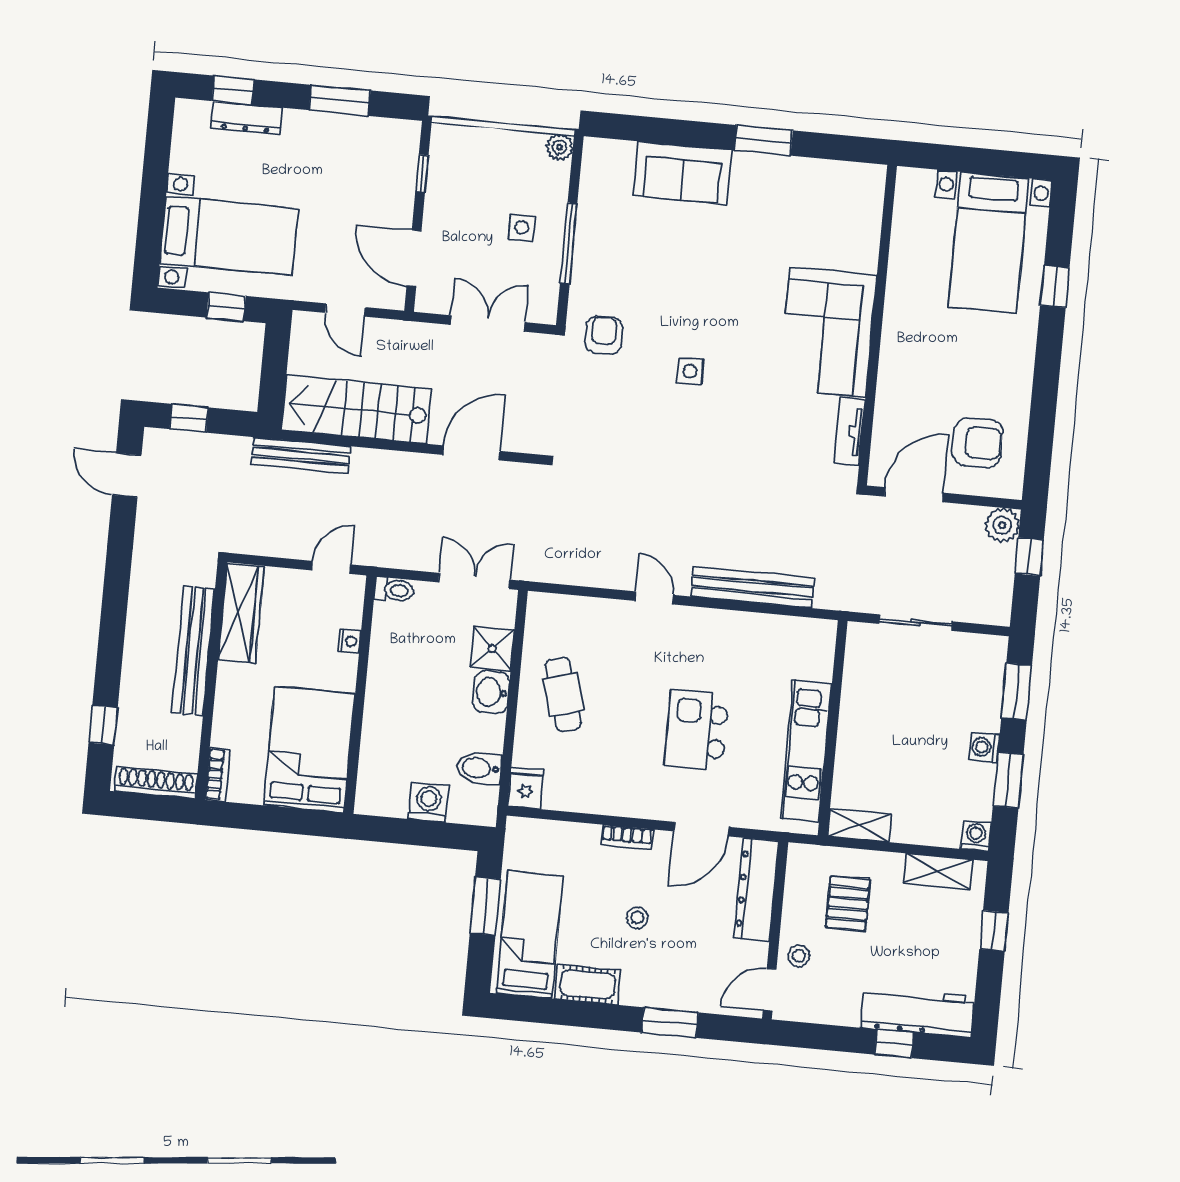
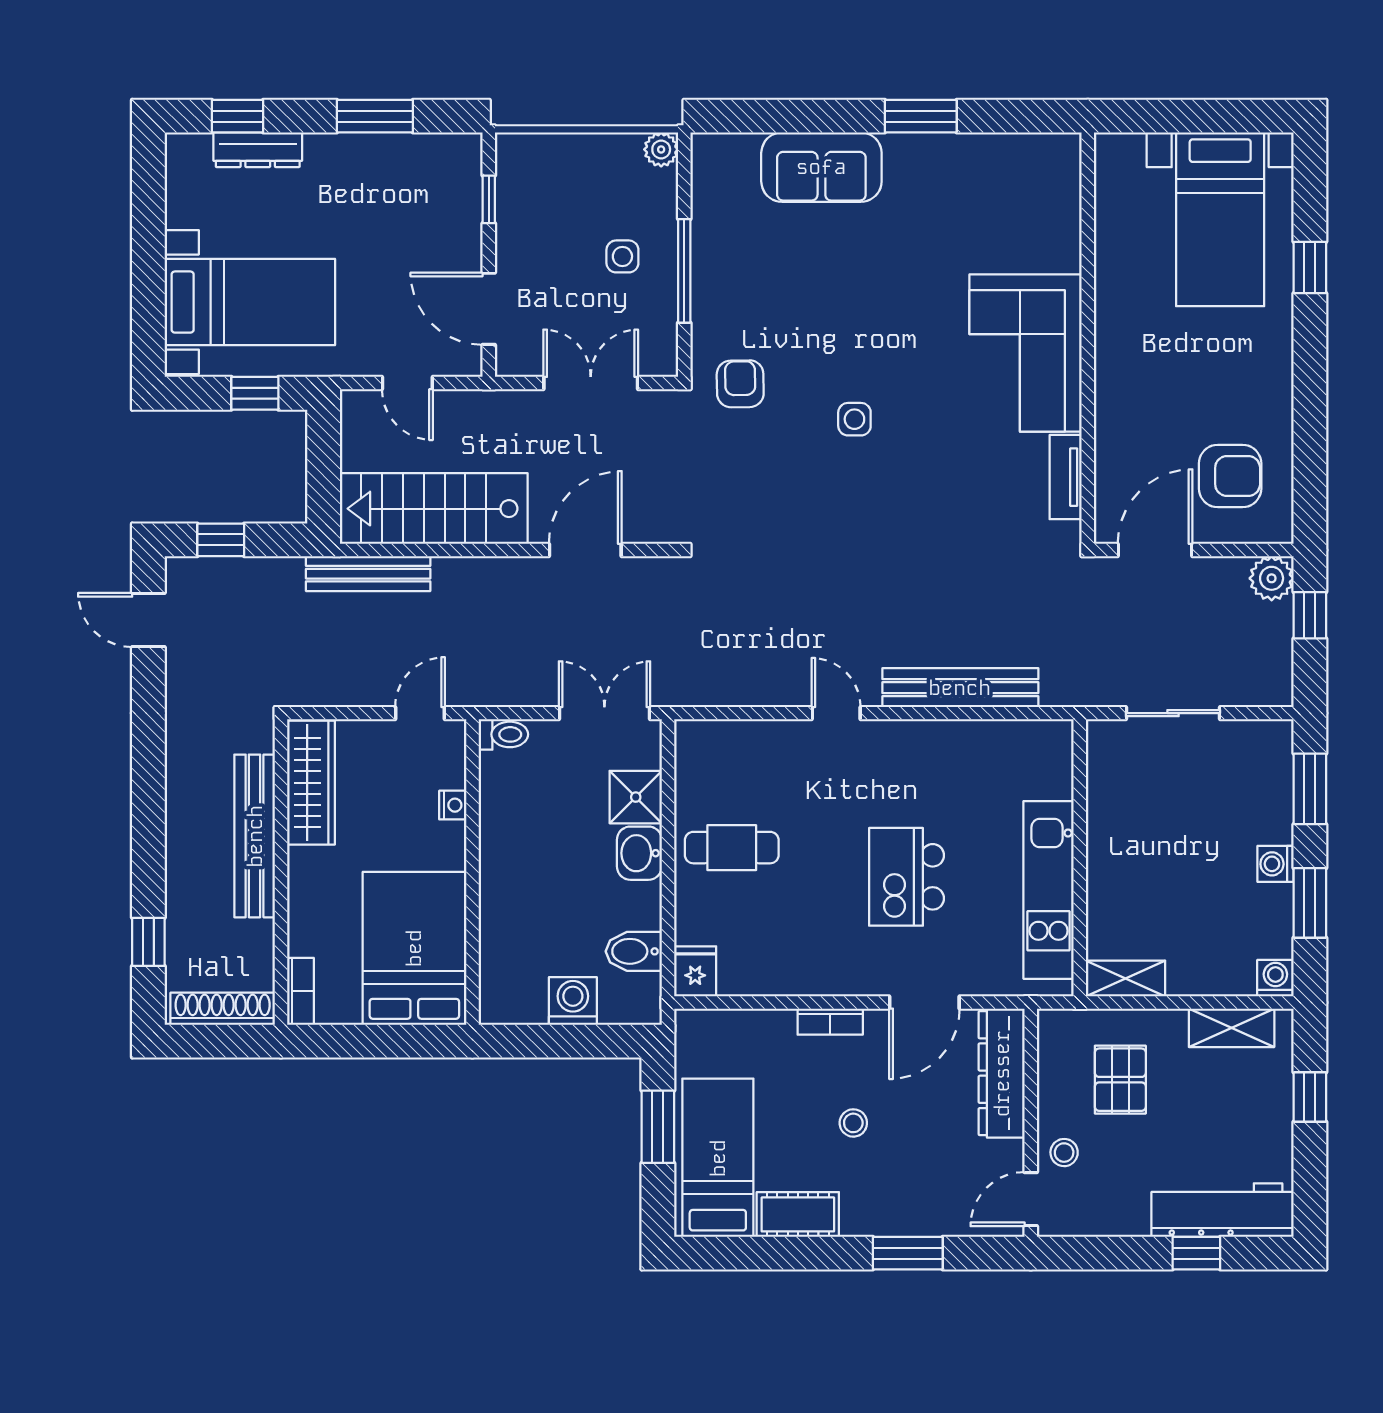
cafe table: (563, 695) -> (732, 848), turned -74

